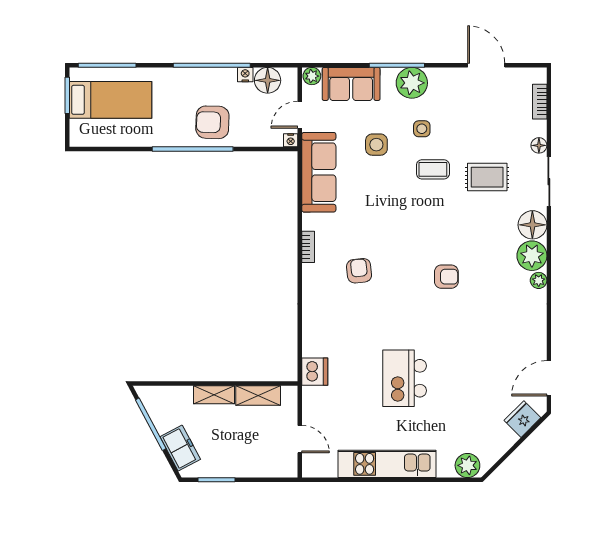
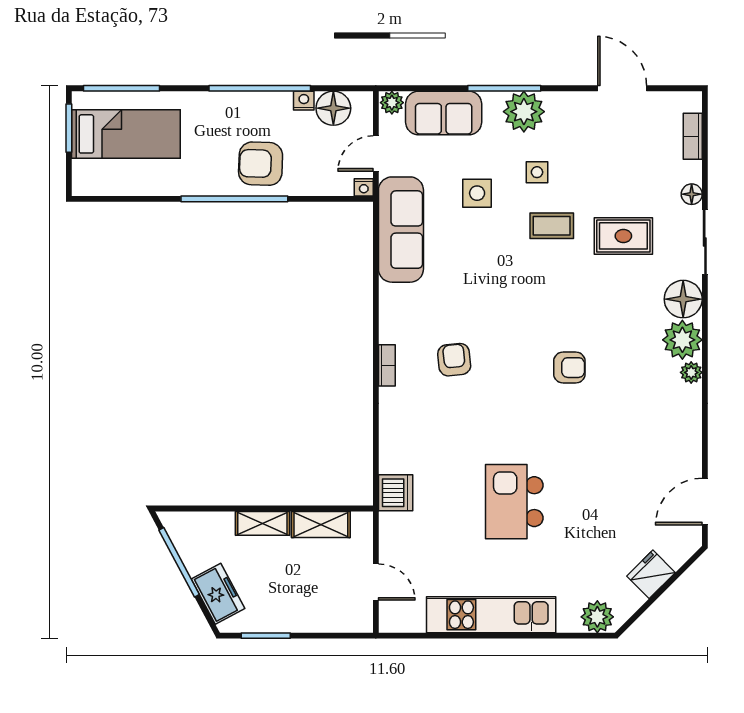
bookcase: (308, 247) -> (387, 365), moved
fridge: (522, 419) -> (651, 574), moved

